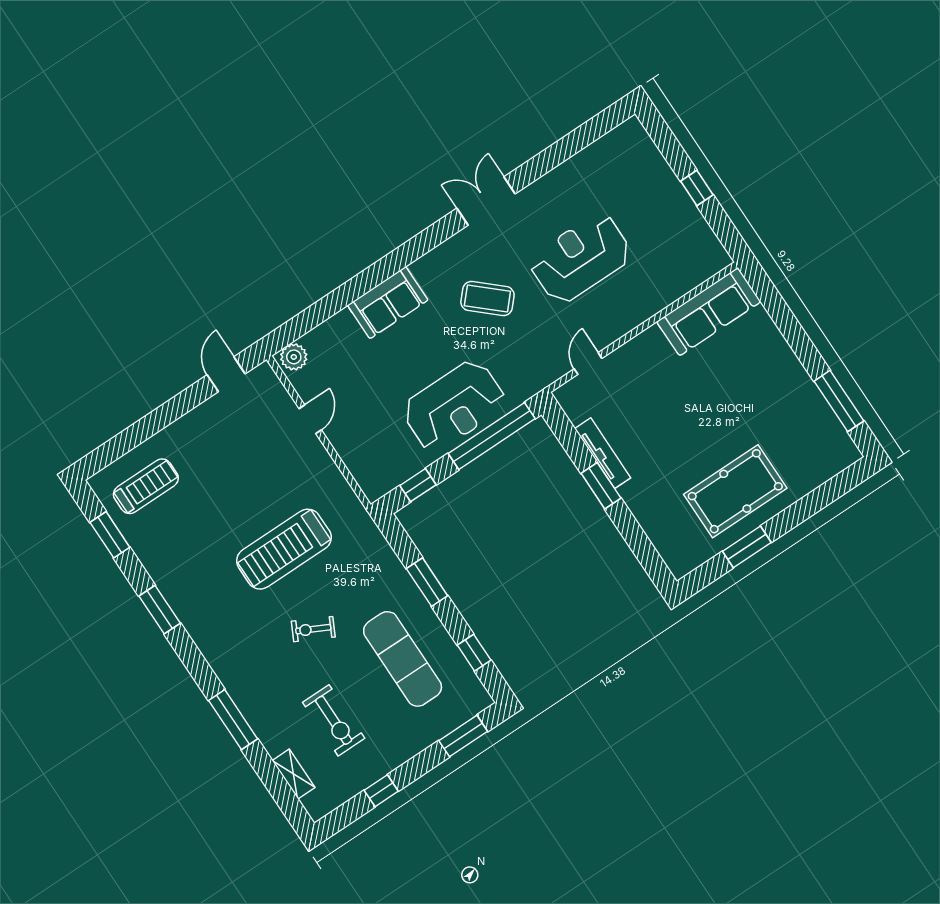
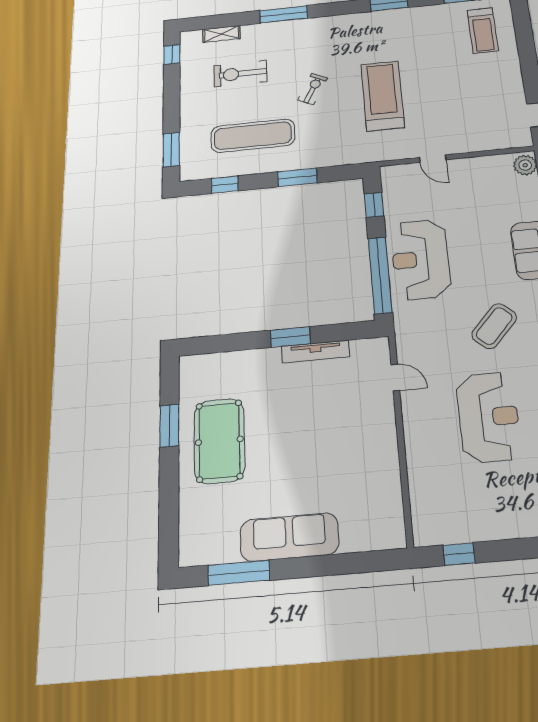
window: (697, 188) -> (459, 554), moved
sofa: (709, 312) -> (289, 537), moved, turned 90
door: (310, 419) -> (433, 159), moved
window: (381, 791) -> (172, 54), moved

